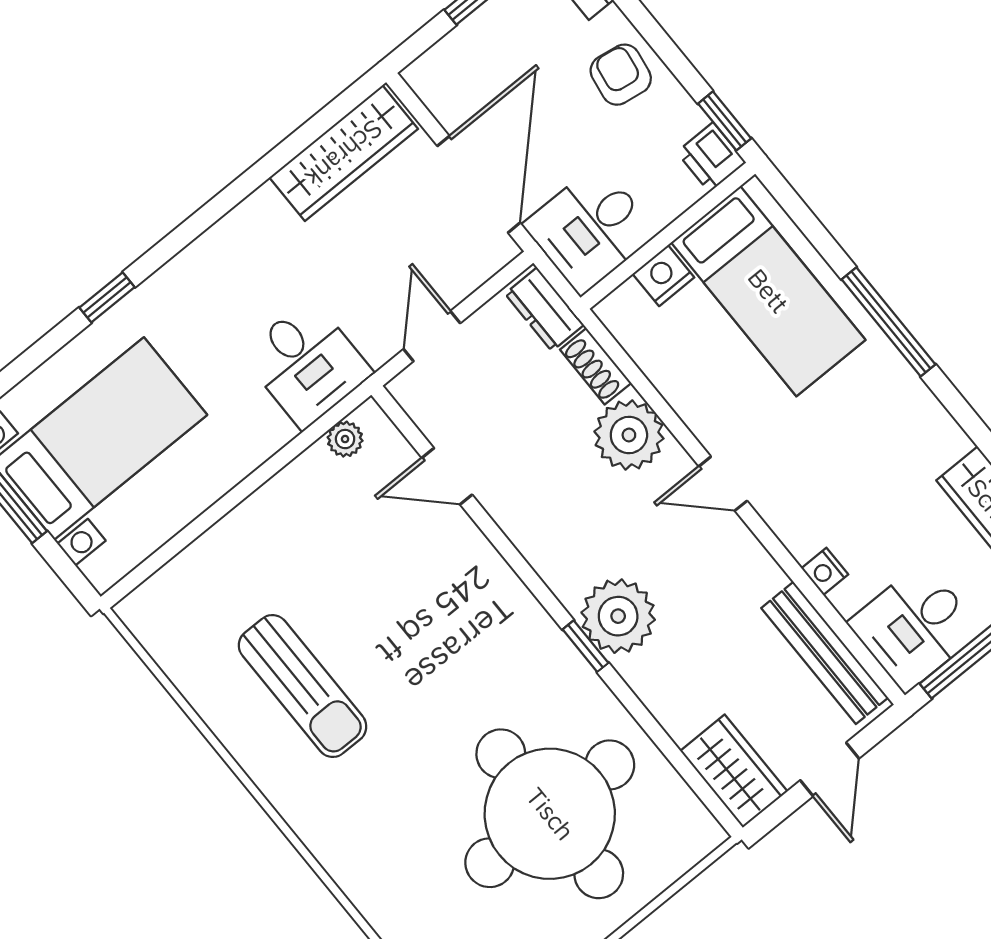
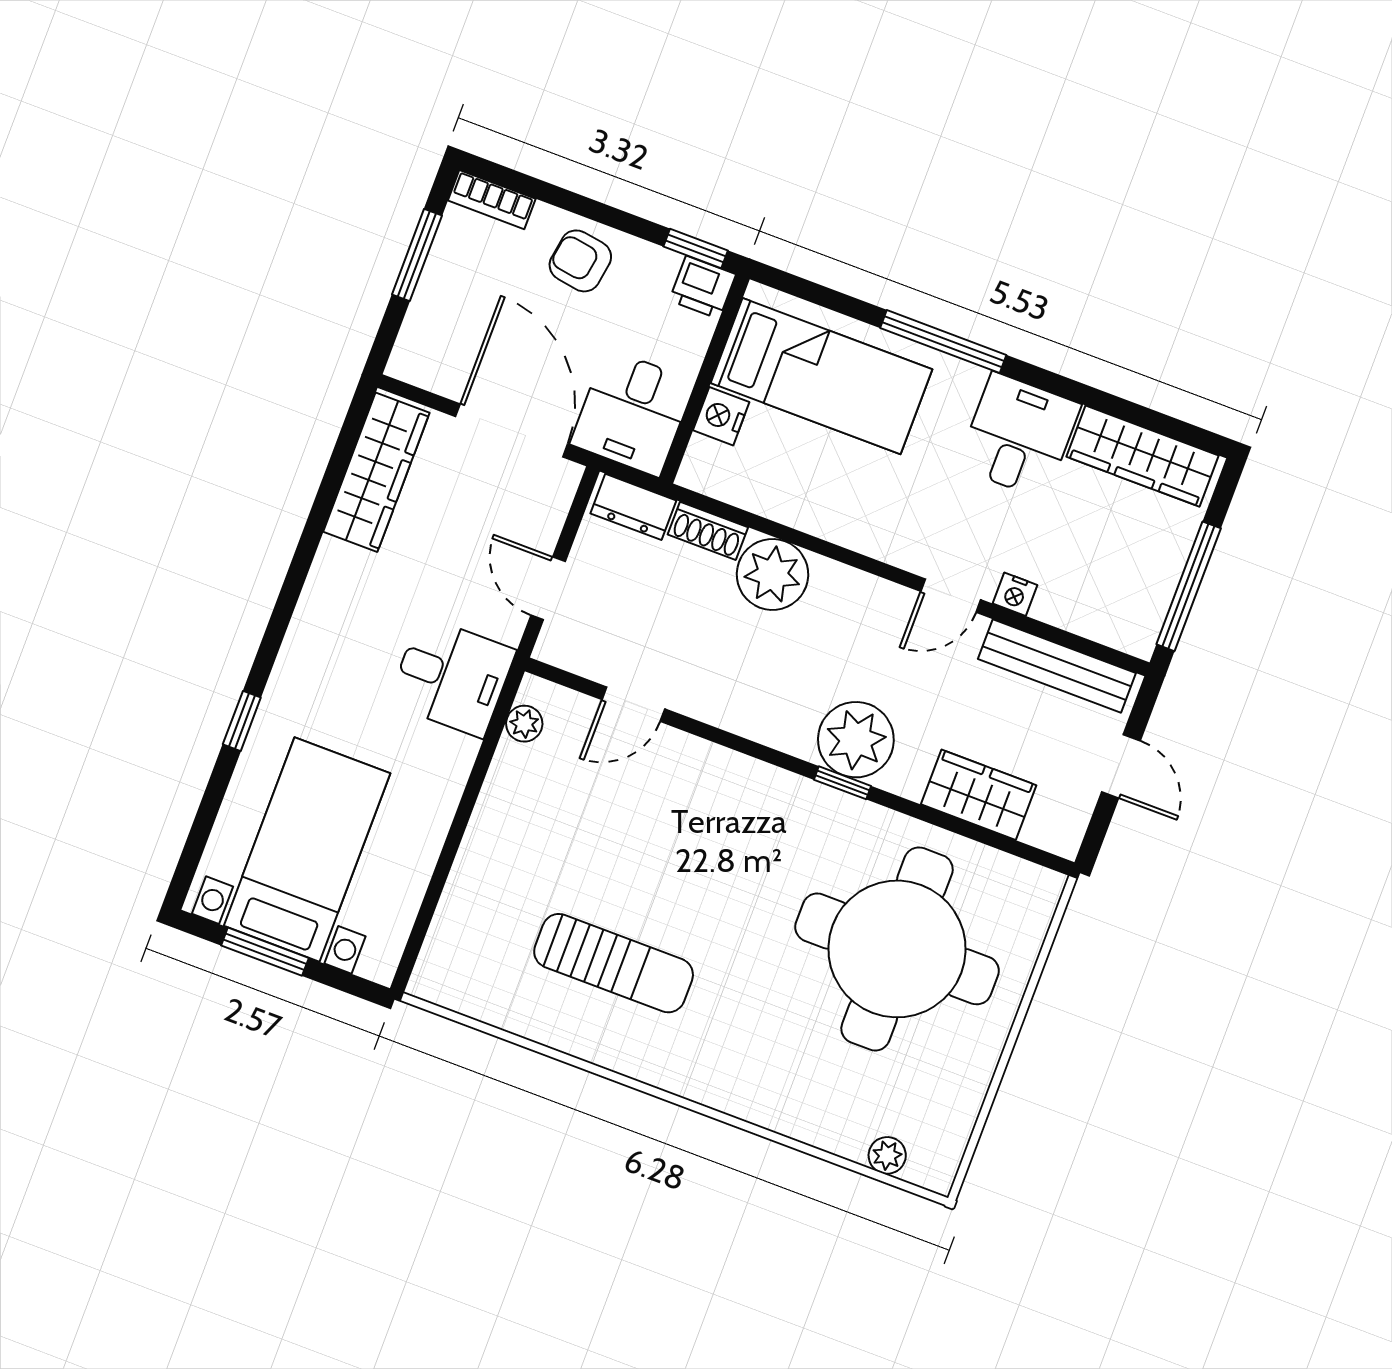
door: (723, 484) -> (951, 596), moved
desk: (915, 627) -> (1019, 436), moved, turned 180
wardrobe: (734, 771) -> (979, 795), moved

